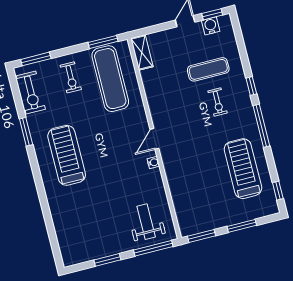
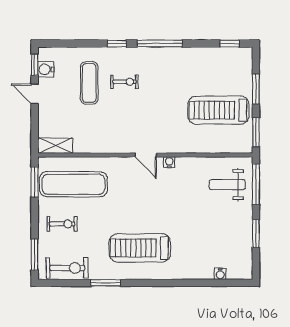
treadmill: (243, 169) -> (218, 110), moved
water cooler: (61, 236) -> (220, 274), added

